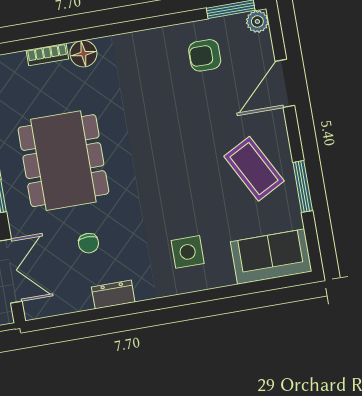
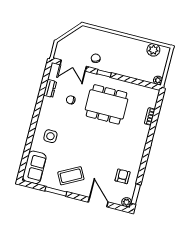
floor lamp: (83, 54) -> (144, 130), removed
dresser: (113, 295) -> (50, 88), moved

